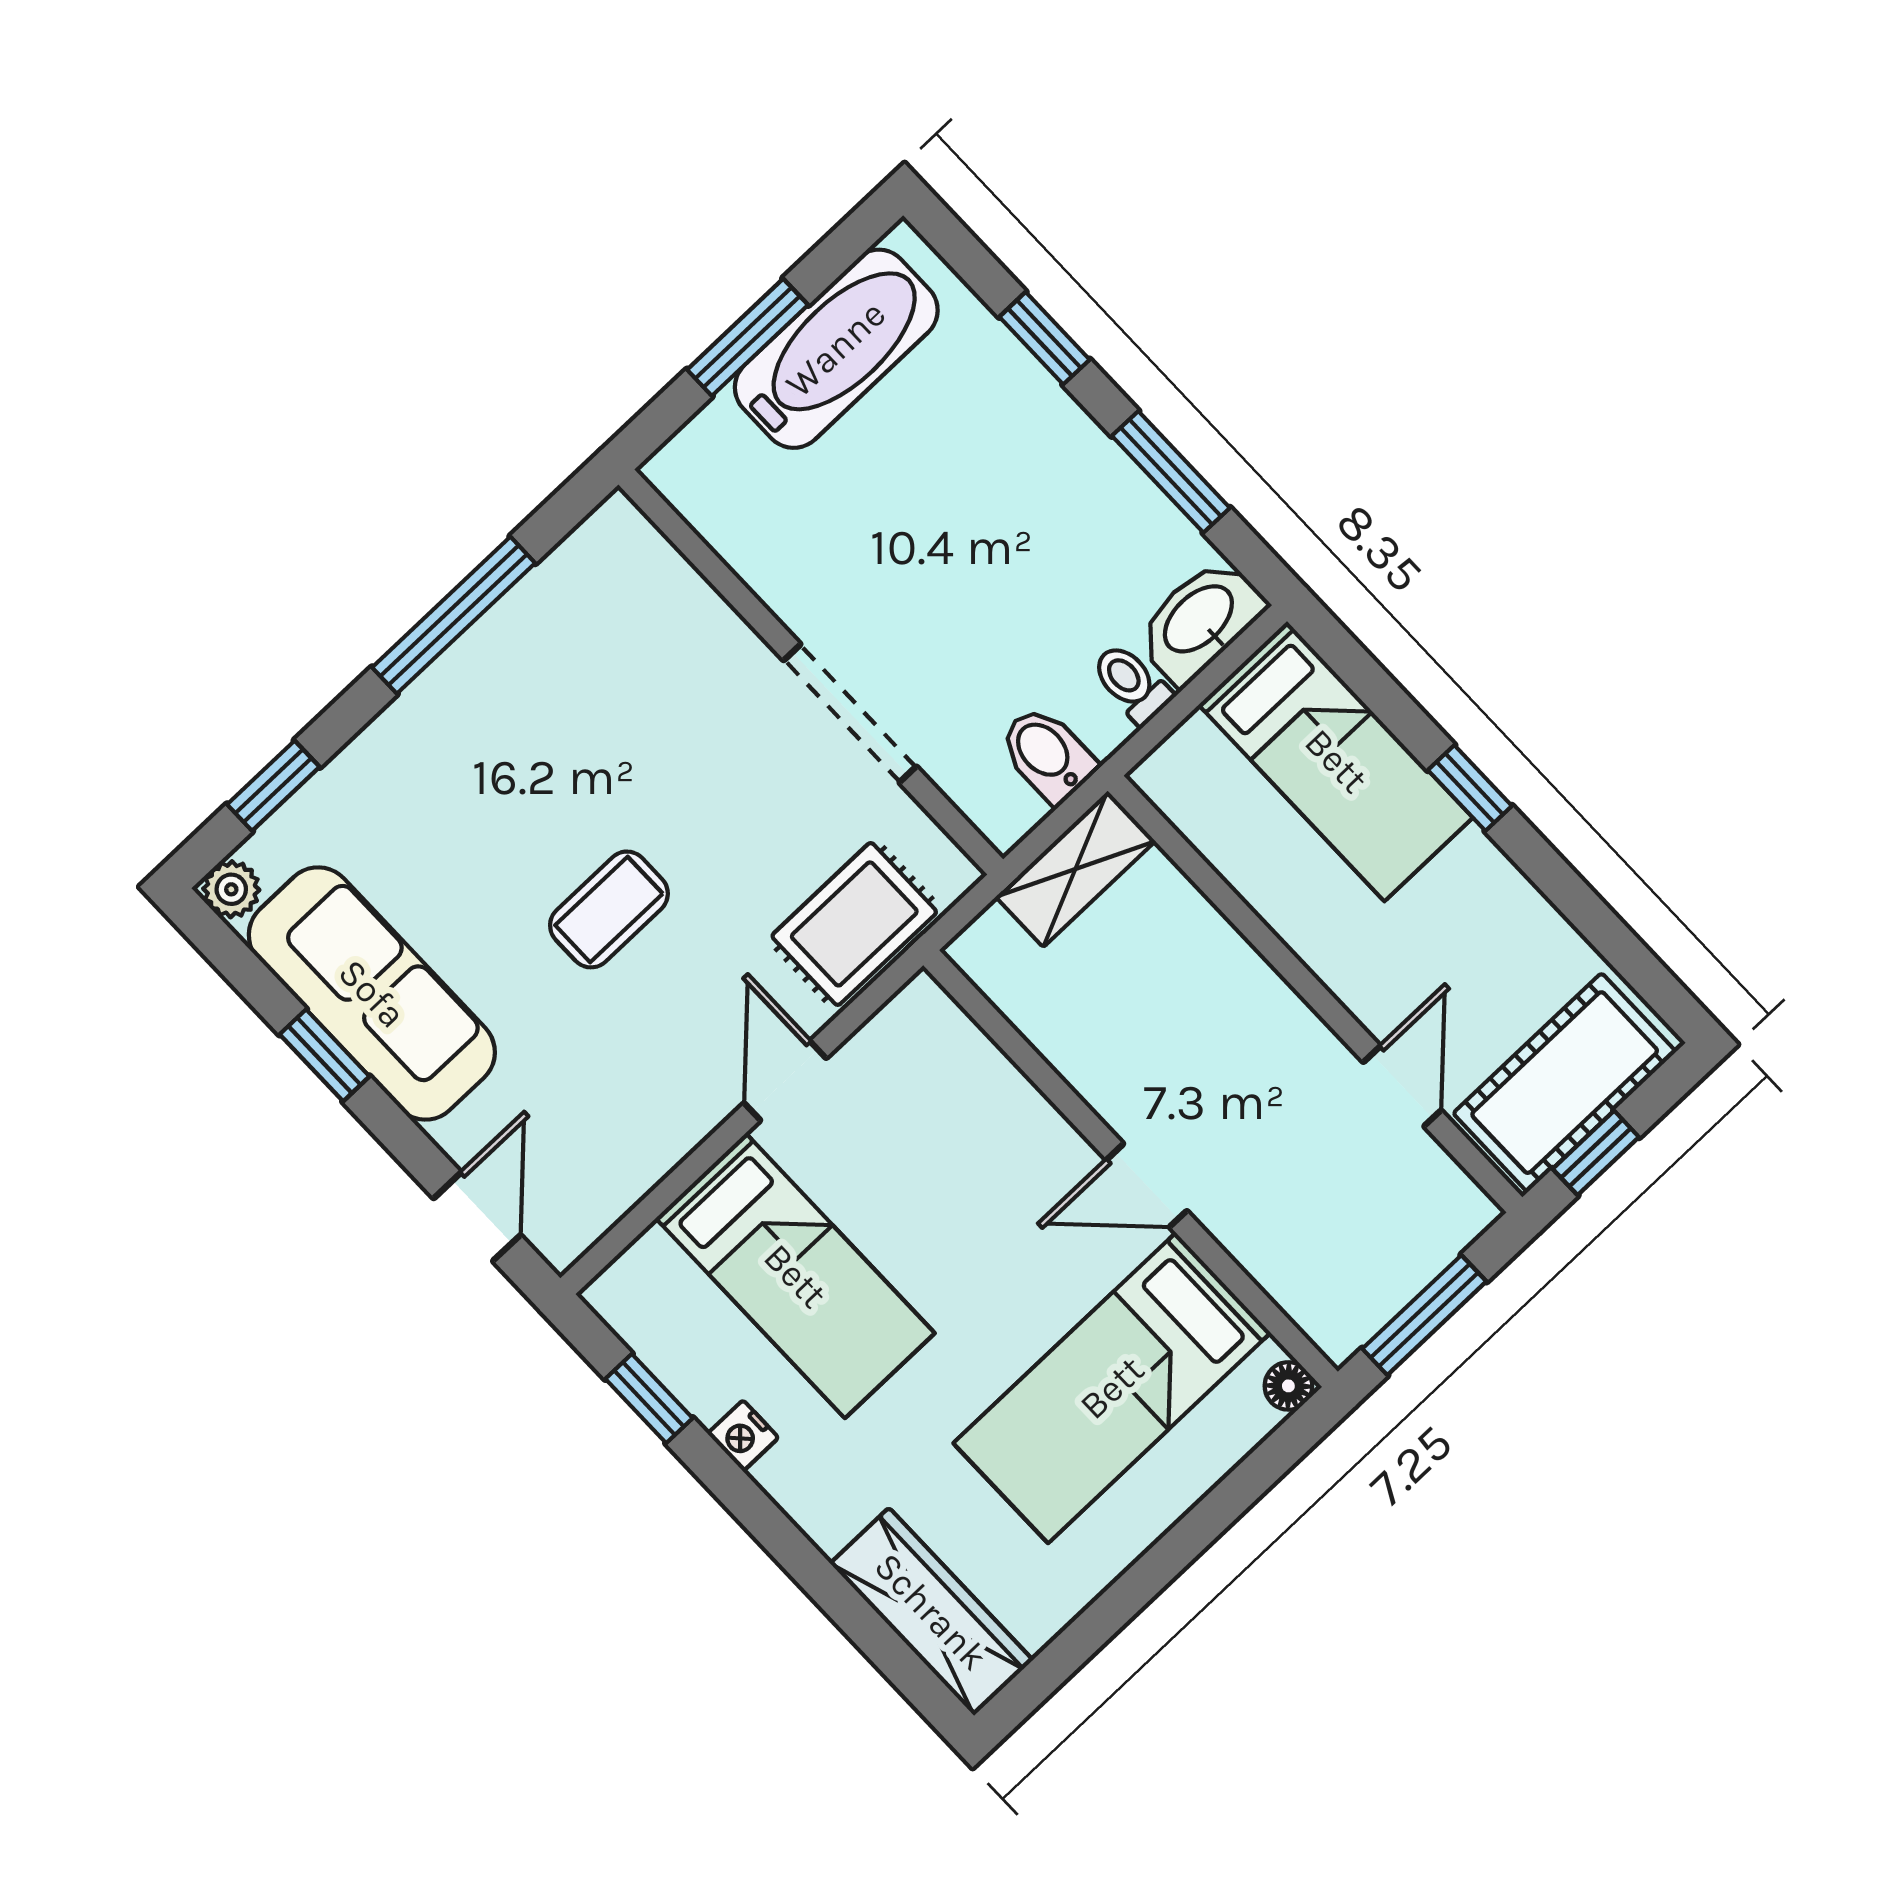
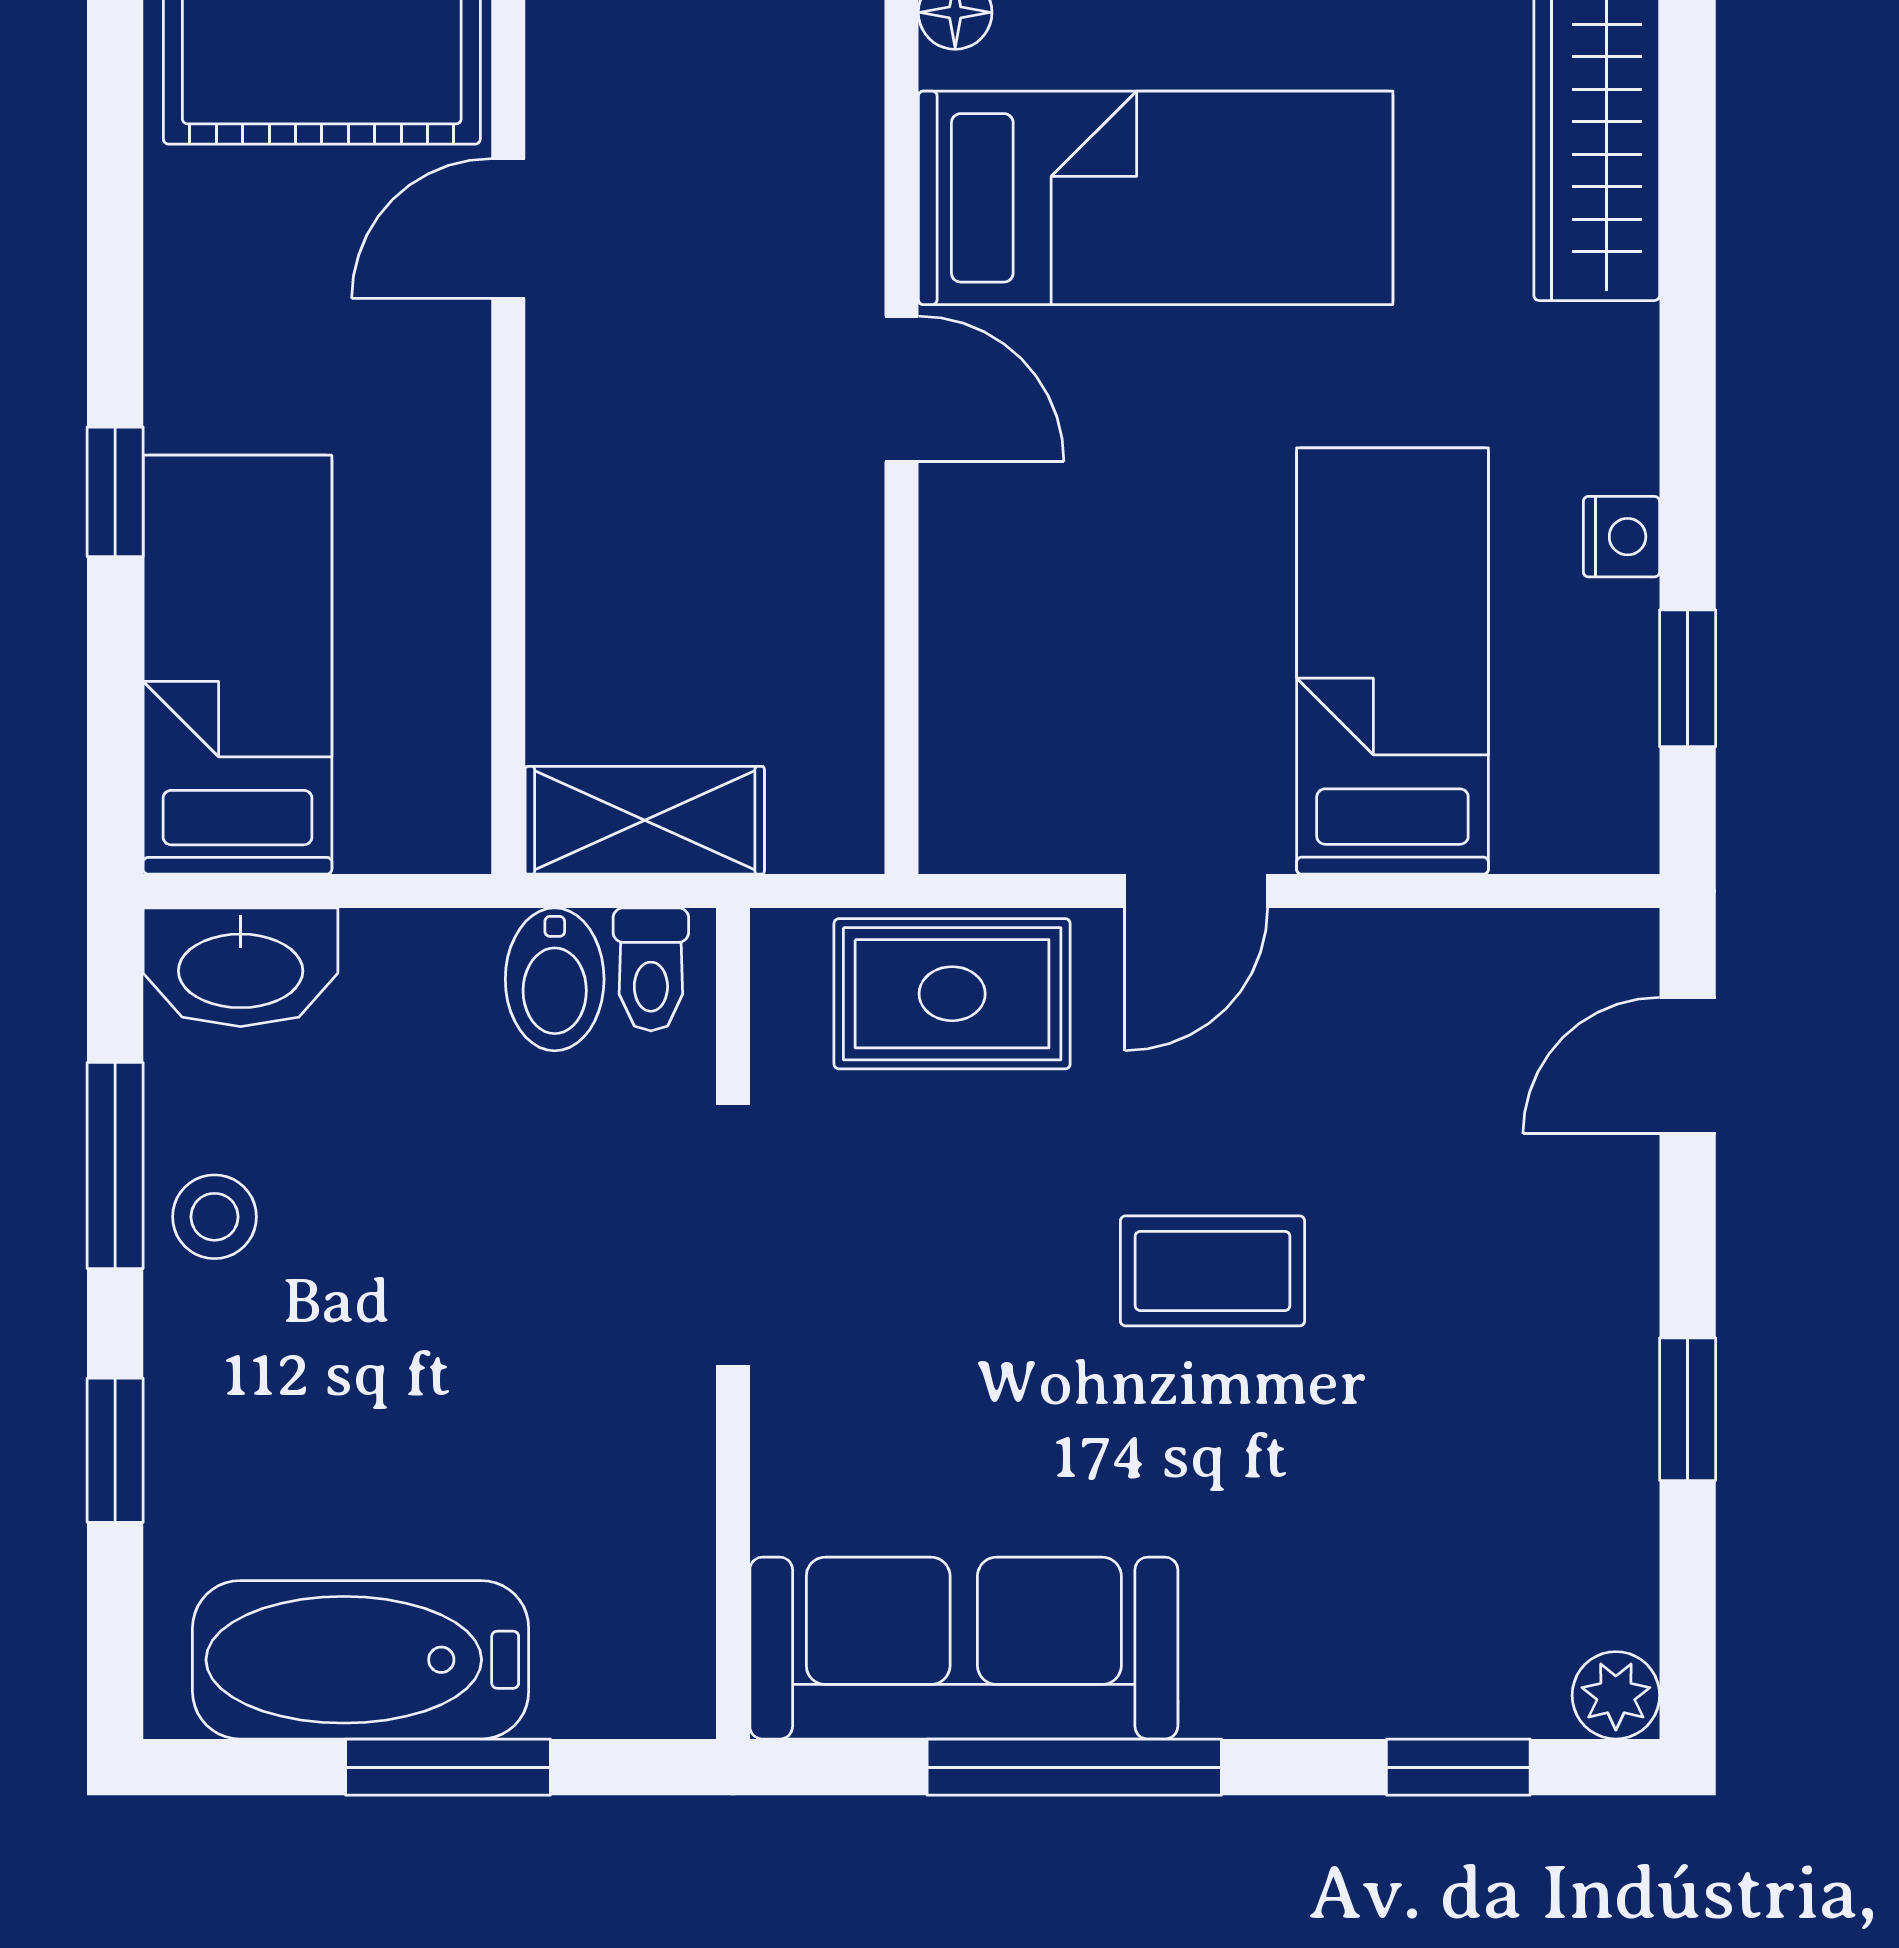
stool: (1101, 492) -> (214, 1217), added
toilet: (1131, 683) -> (651, 969), moved
sofa: (372, 994) -> (964, 1648), moved, turned 90

